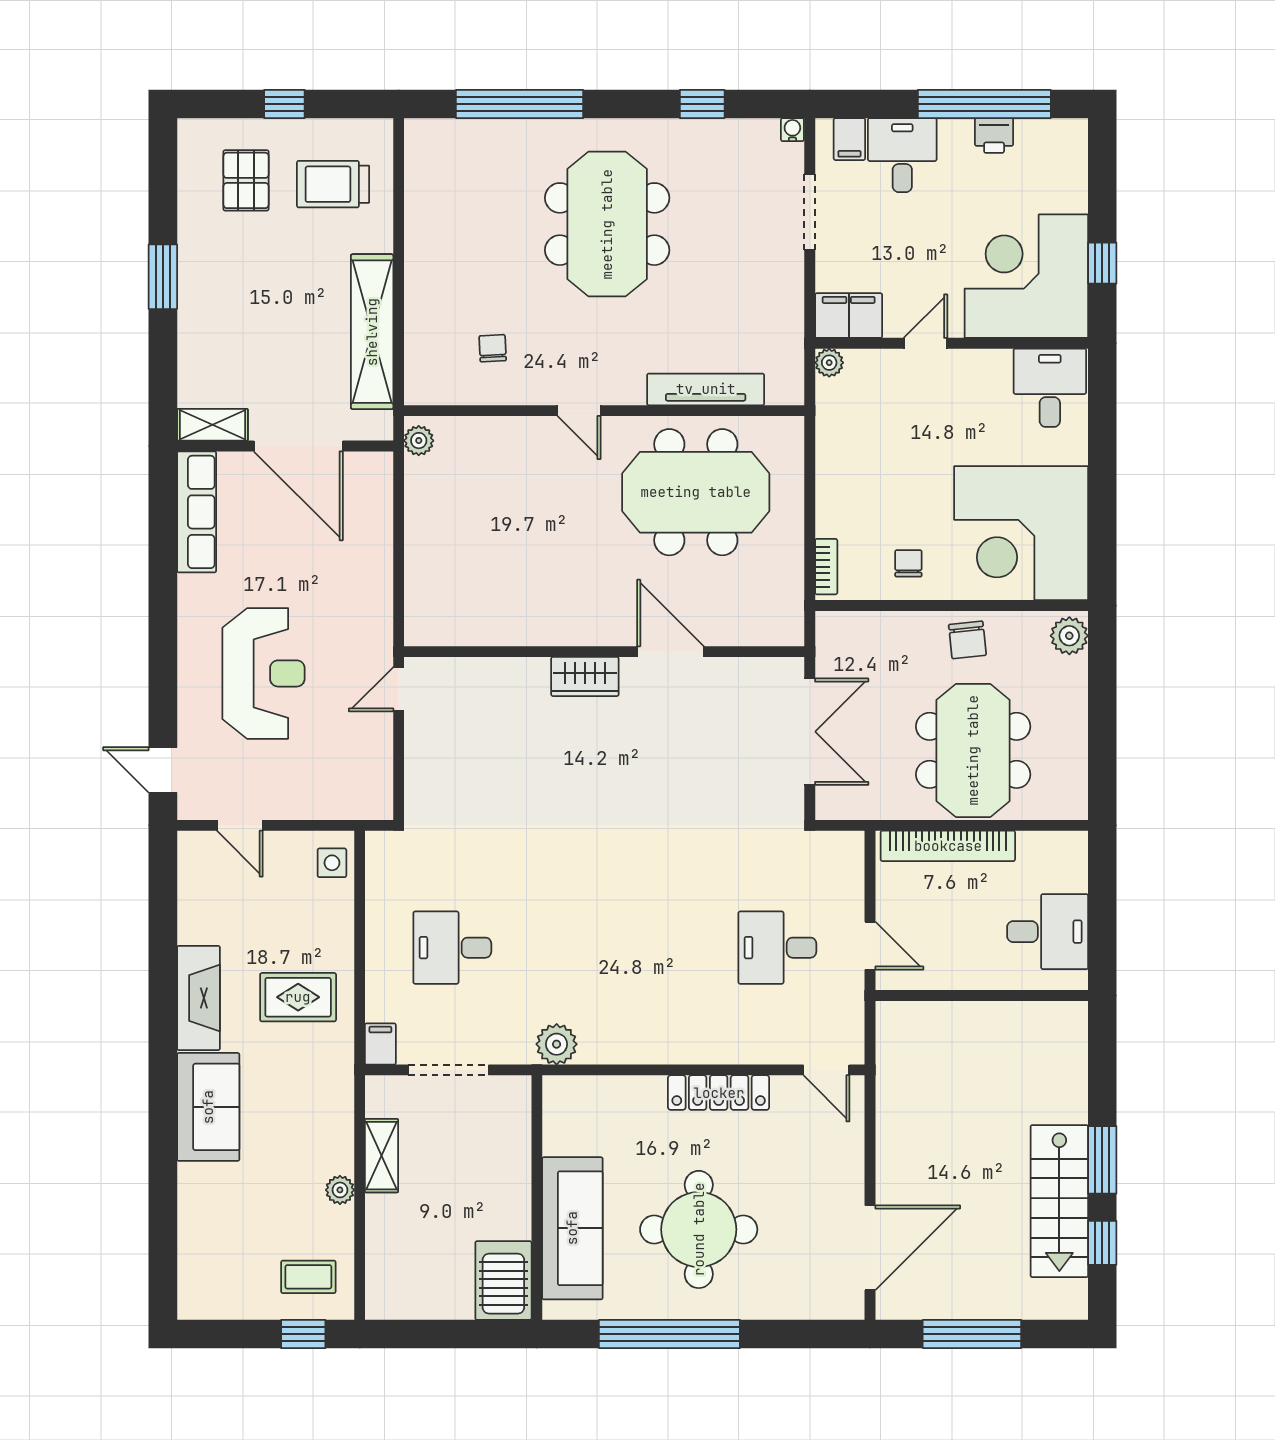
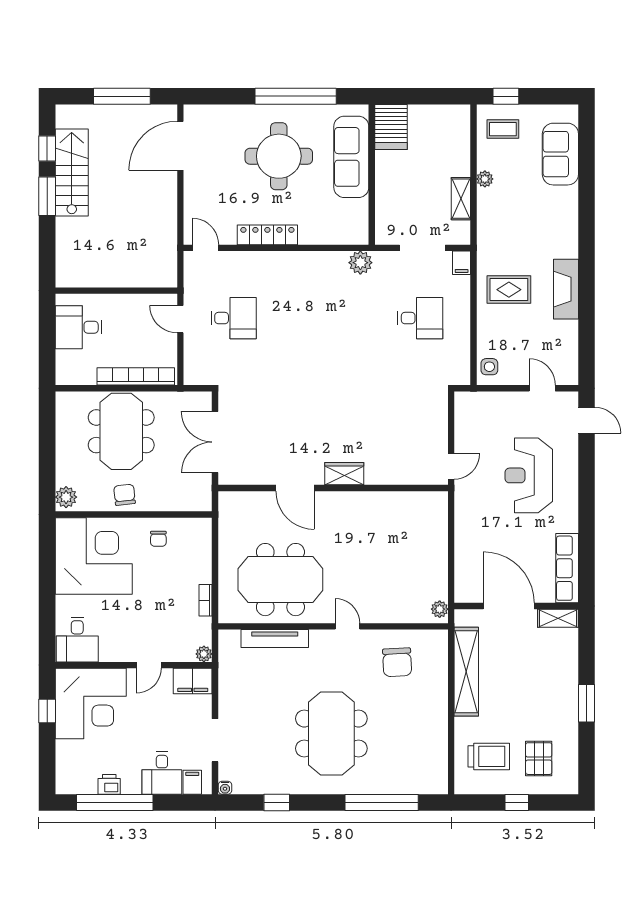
chair: (493, 348) -> (397, 662), width x1.87, depth x1.87
bookcase: (826, 567) -> (206, 600), moved
sofa: (208, 1107) -> (560, 154), moved

